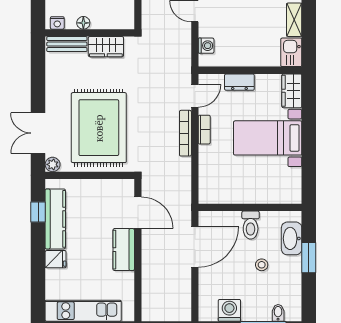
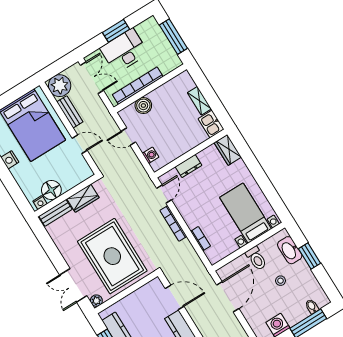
floor lamp: (83, 23) -> (51, 190), width x1.89, depth x1.89
bookcase: (204, 130) -> (200, 239), moved
bed with nightstands: (268, 138) -> (246, 213), moved, turned 90

